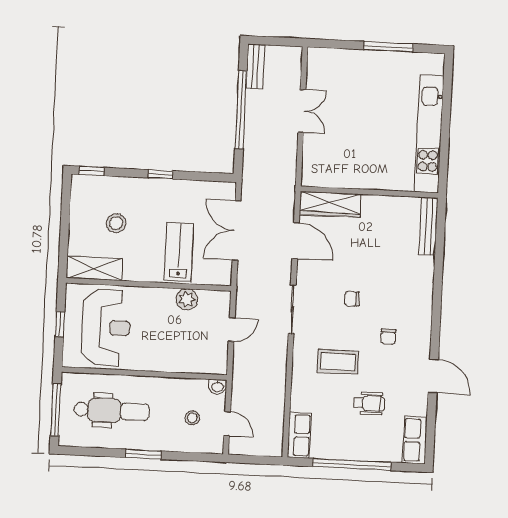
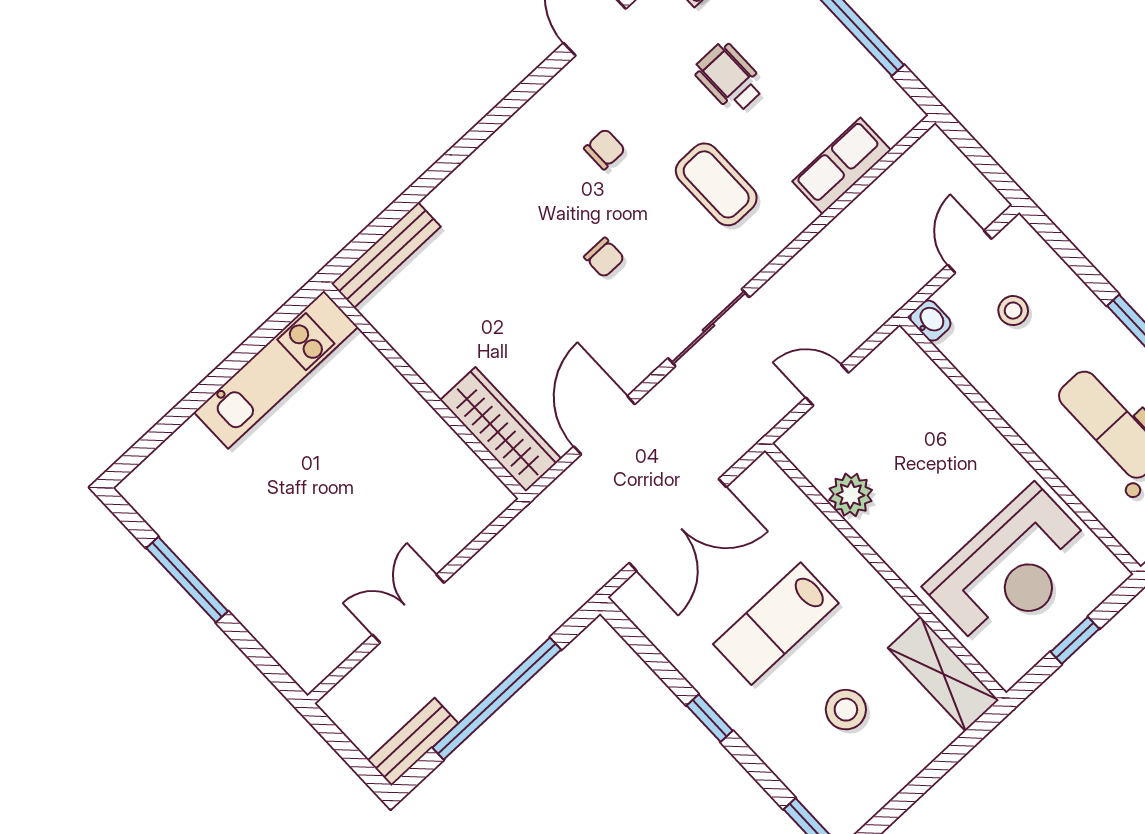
kitchen unit: (429, 134) -> (276, 370), width x0.73
lab bench: (179, 252) -> (776, 624), moved
reception desk: (106, 327) -> (1011, 569), turned 180
row of seats: (299, 435) -> (842, 166), moved

